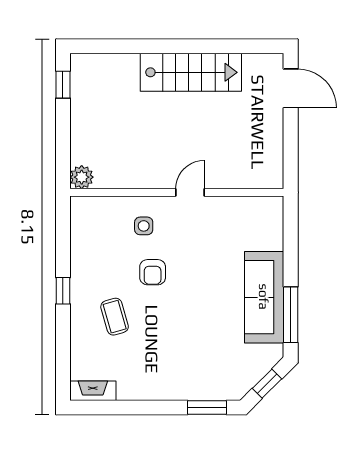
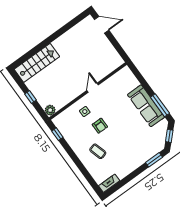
stairs: (191, 72) -> (37, 63), moved
window: (63, 85) -> (30, 97), moved
window: (63, 291) -> (57, 134), moved

